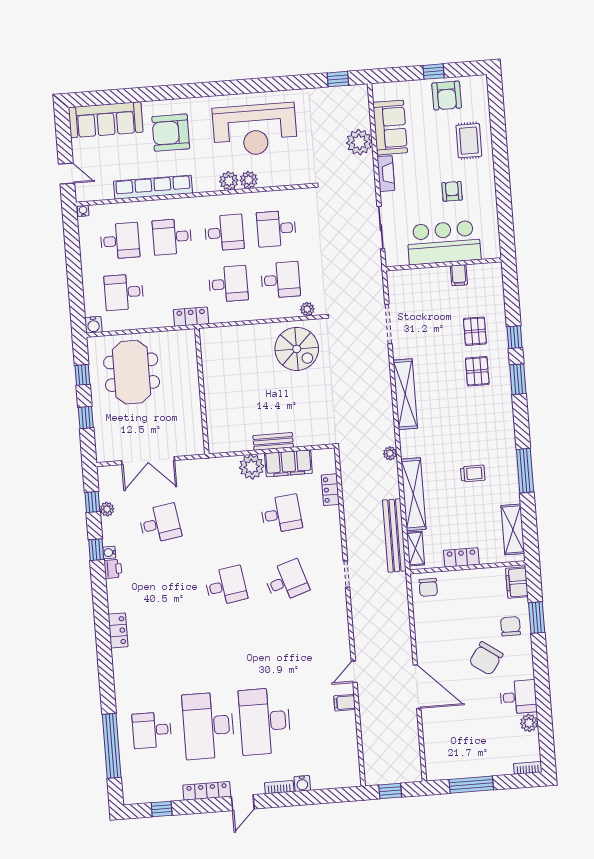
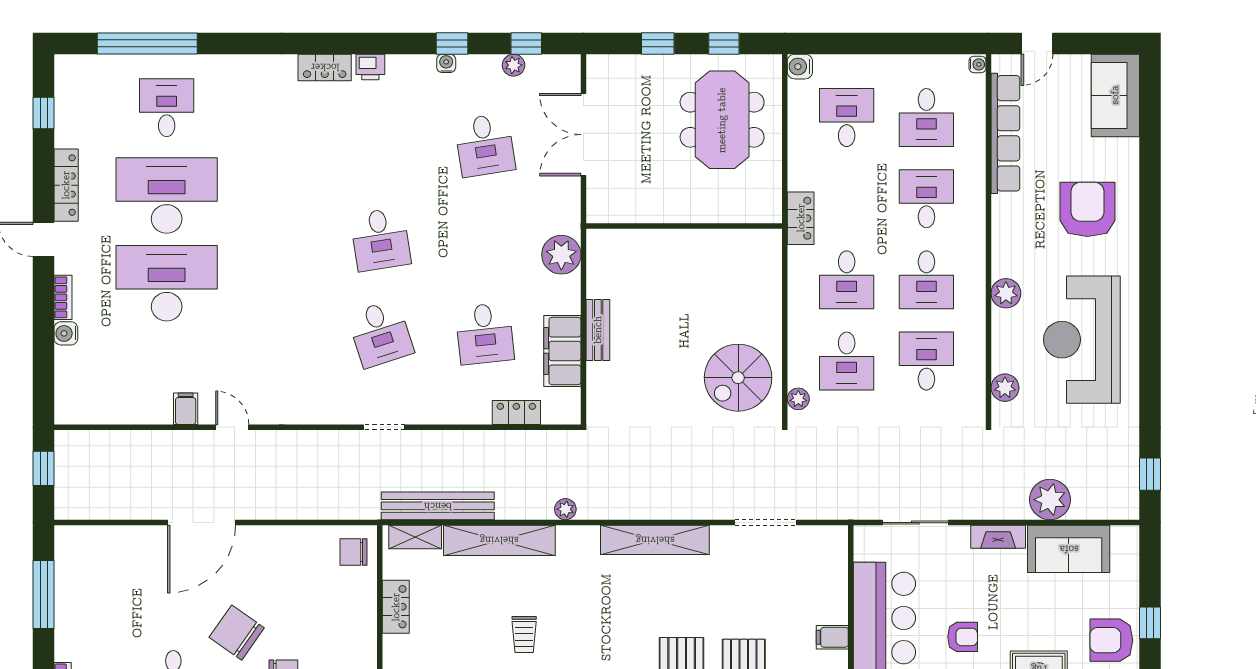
sofa: (106, 120) -> (1115, 95), width x0.73
plant: (249, 180) -> (1005, 388), moved
row of seats: (153, 187) -> (1005, 133), moved
meeting table: (132, 372) -> (722, 120), turned 90
plant: (252, 467) -> (561, 255), moved
printer: (113, 569) -> (370, 67), moved

